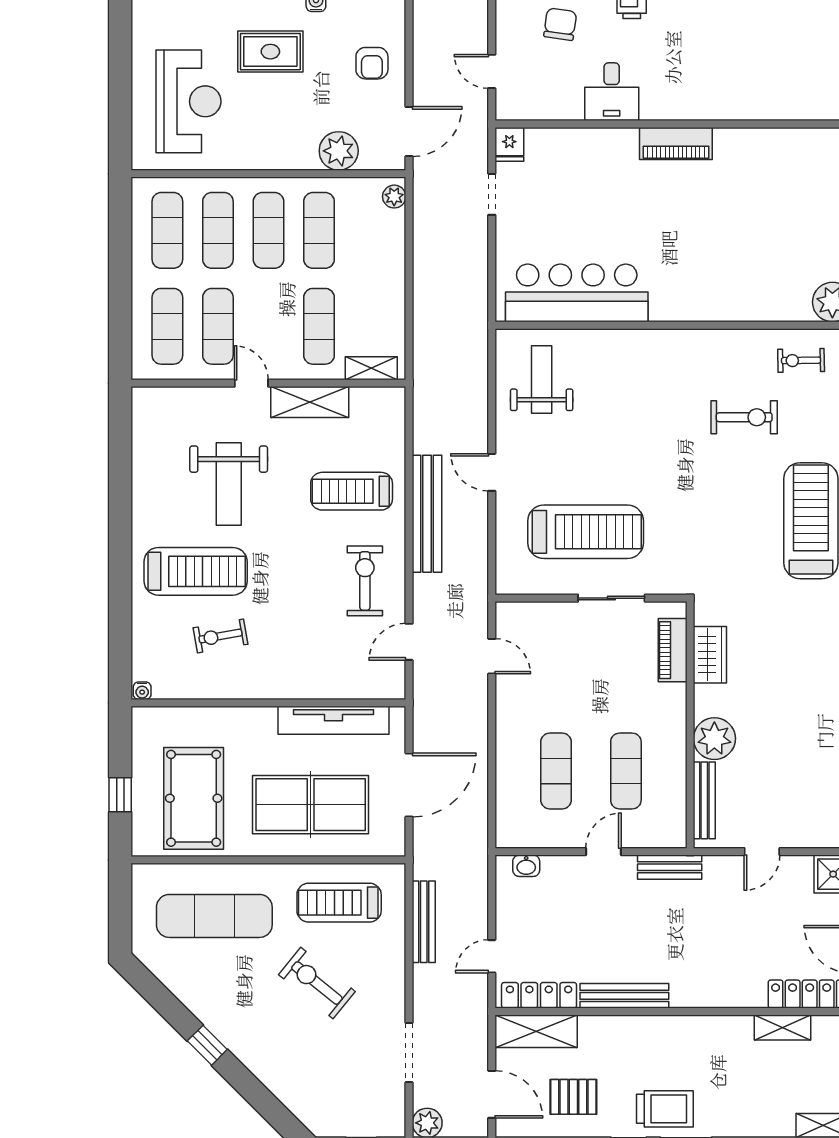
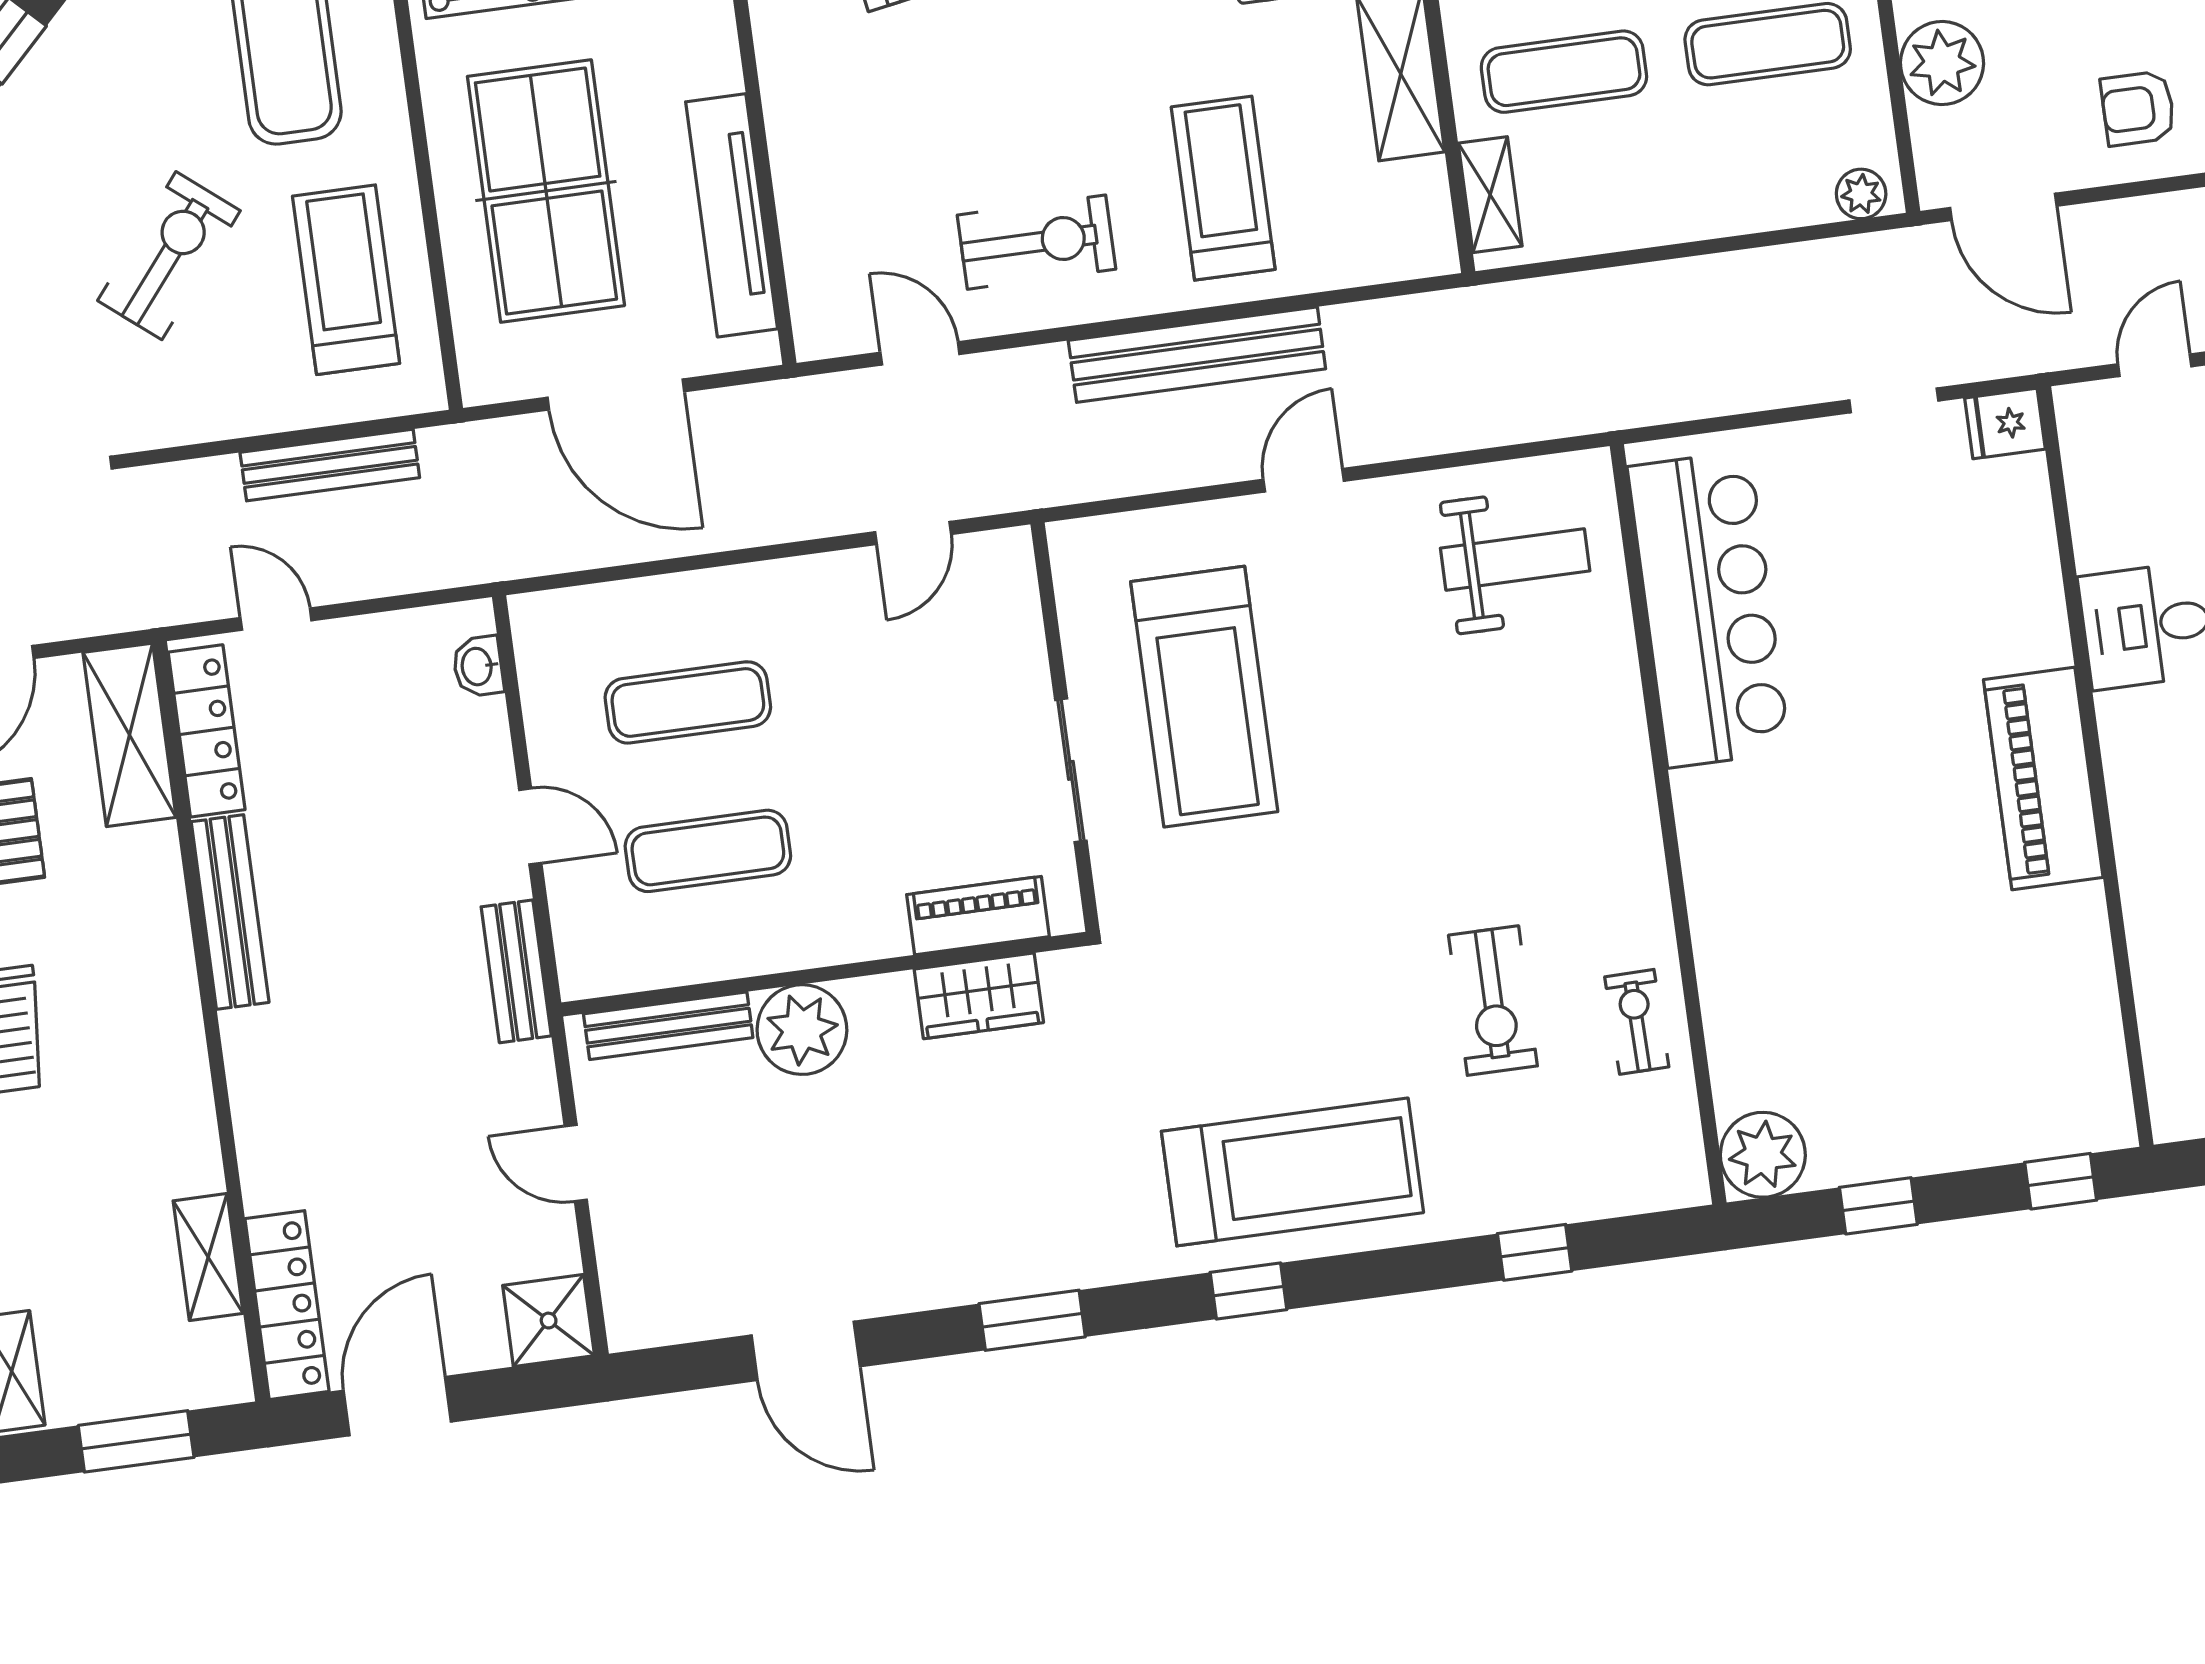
piano: (676, 144) -> (2043, 779), width x1.37, depth x1.33
exercise bike: (801, 360) -> (1637, 1022), moved

